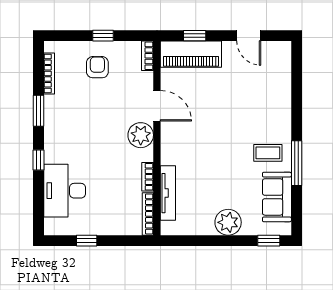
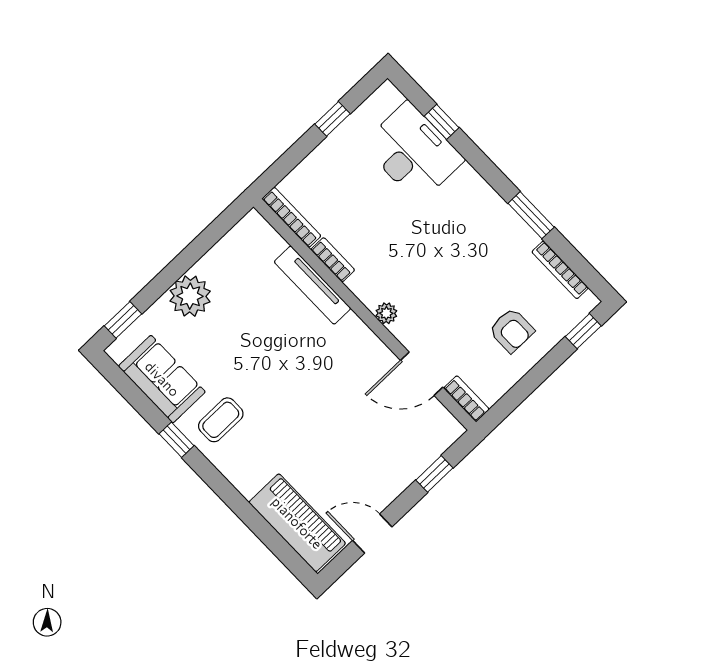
window: (103, 36) -> (583, 331), moved
piano: (191, 54) -> (297, 523), moved, turned 90
door: (157, 106) -> (422, 374), moved
plant: (141, 135) -> (386, 313), width x0.53, depth x0.53
window: (38, 160) -> (442, 122), moved
window: (297, 163) -> (176, 440), width x0.46
tv unit: (168, 193) -> (312, 285), moved

